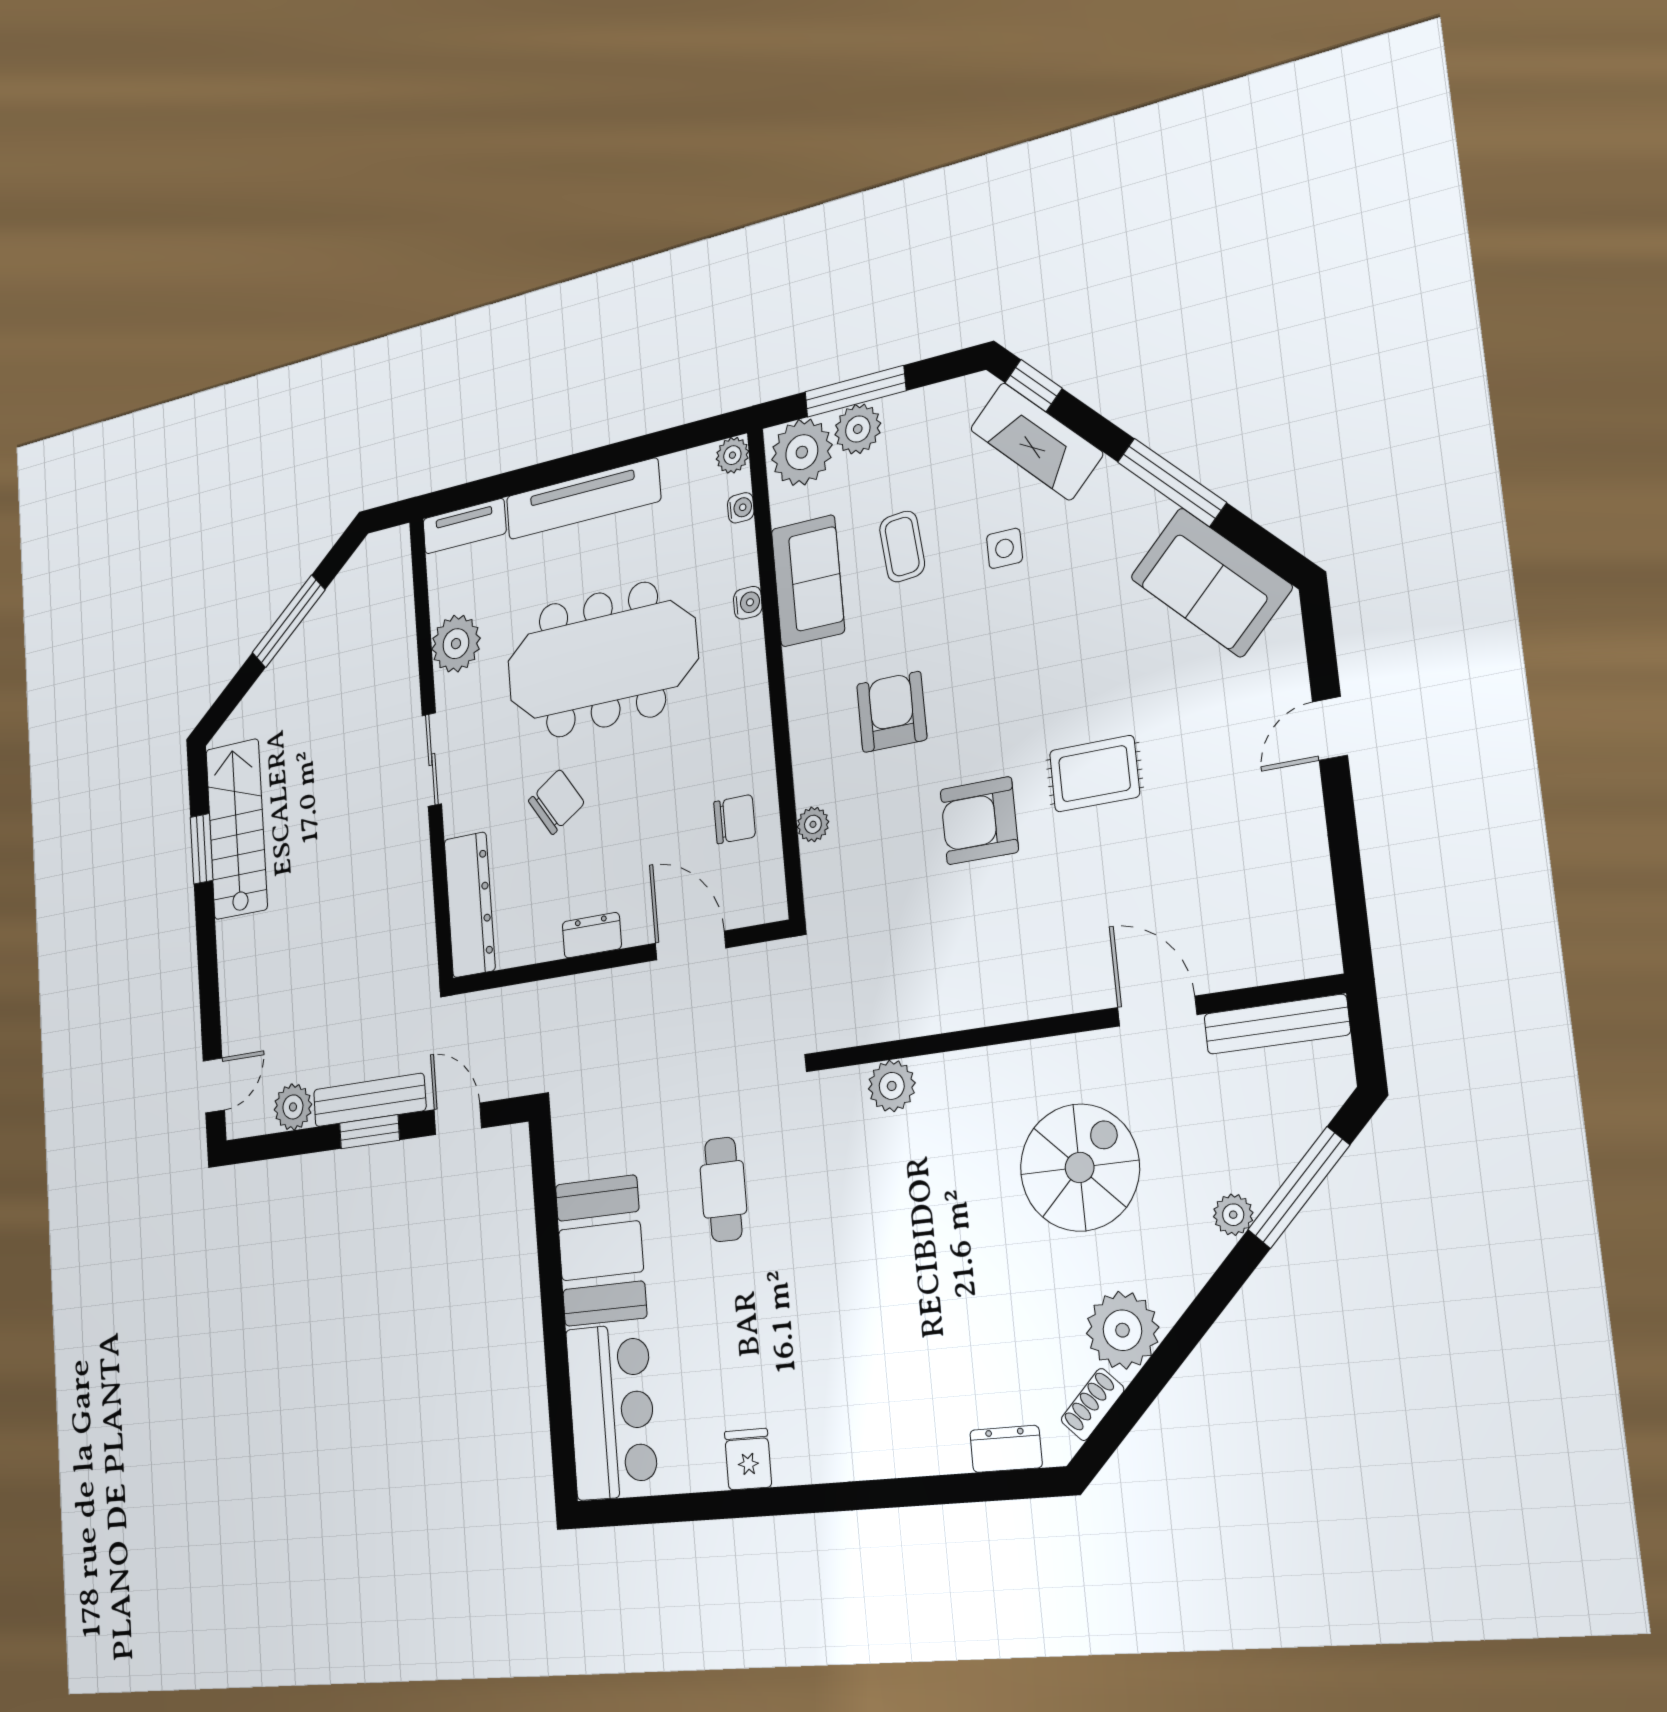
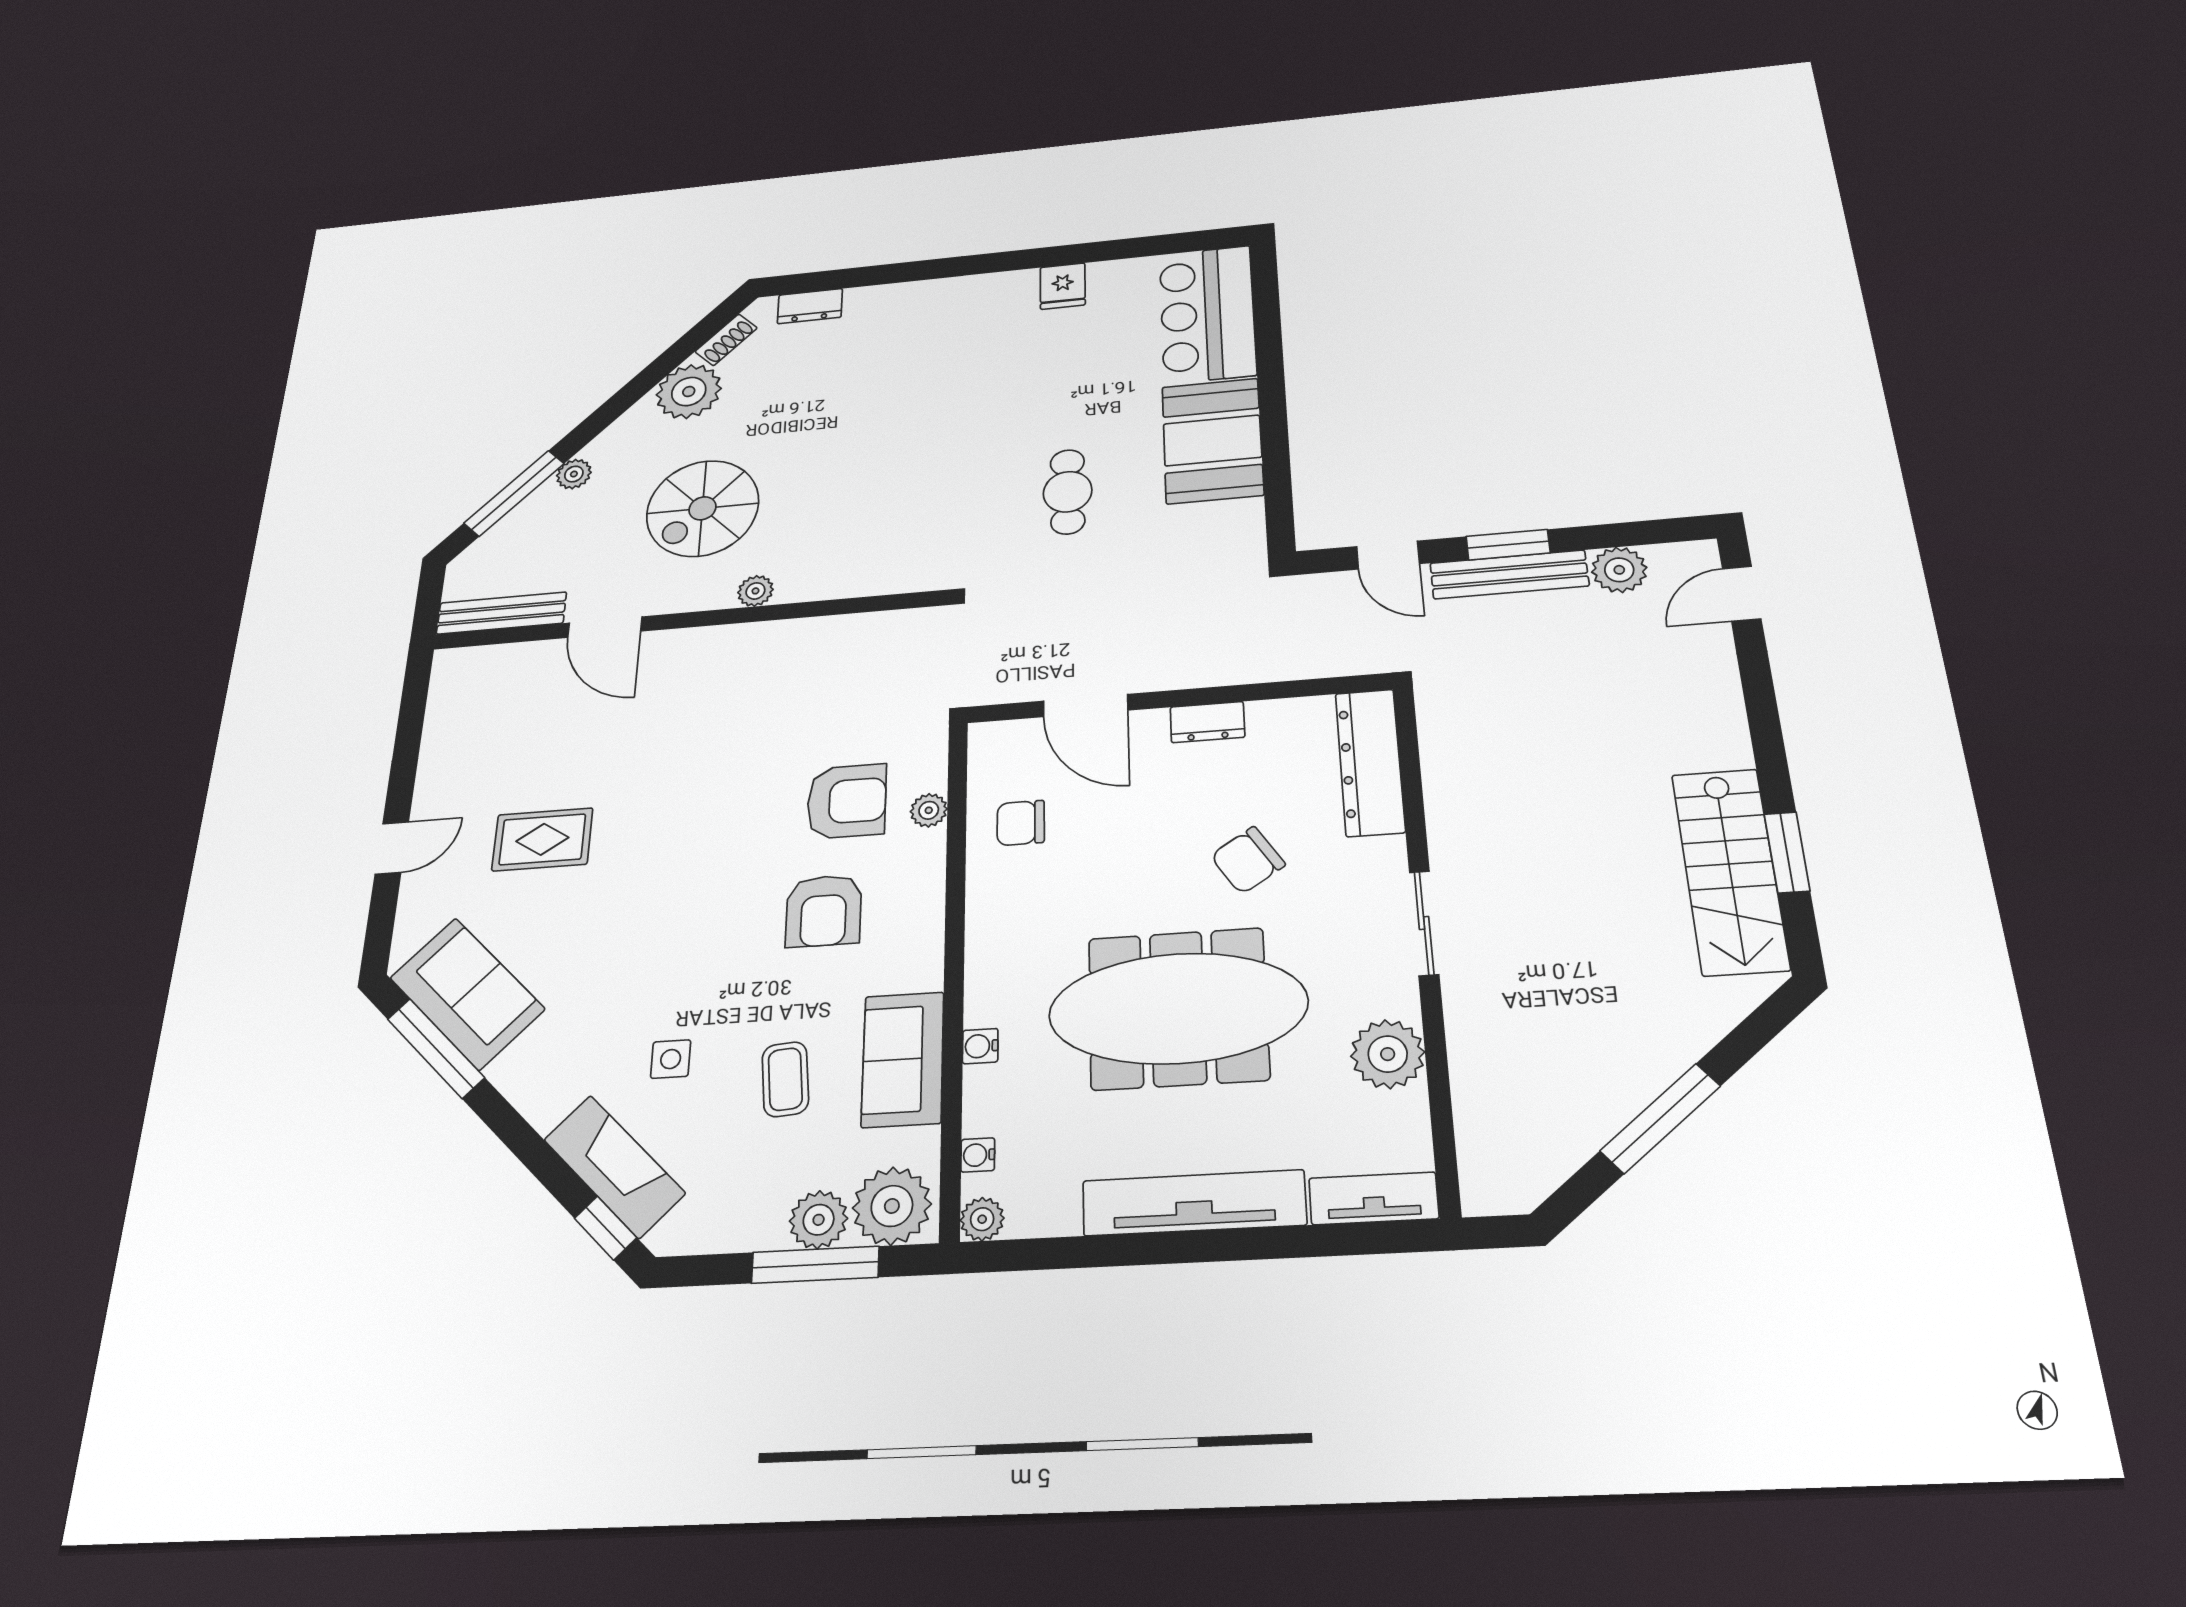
window: (1172, 482) -> (436, 1048), moved
rug: (1094, 774) -> (542, 839), moved
armchair: (979, 821) -> (847, 801), moved
plant: (892, 1086) -> (755, 591), moved, width x0.73, depth x0.73

